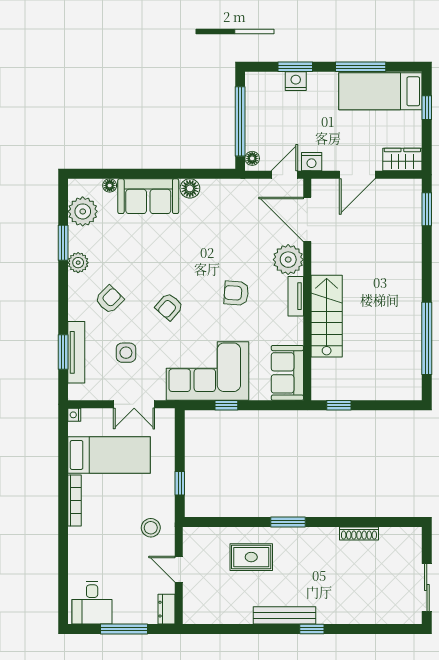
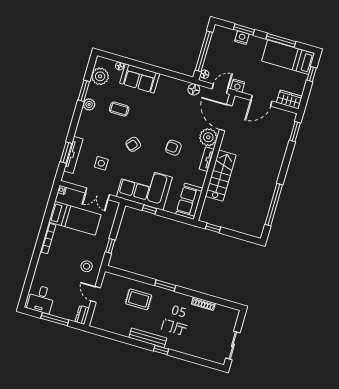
floor lamp: (190, 188) -> (194, 89), moved
coffee table: (129, 256) -> (119, 109), added
armchair: (109, 299) -> (101, 130), removed

